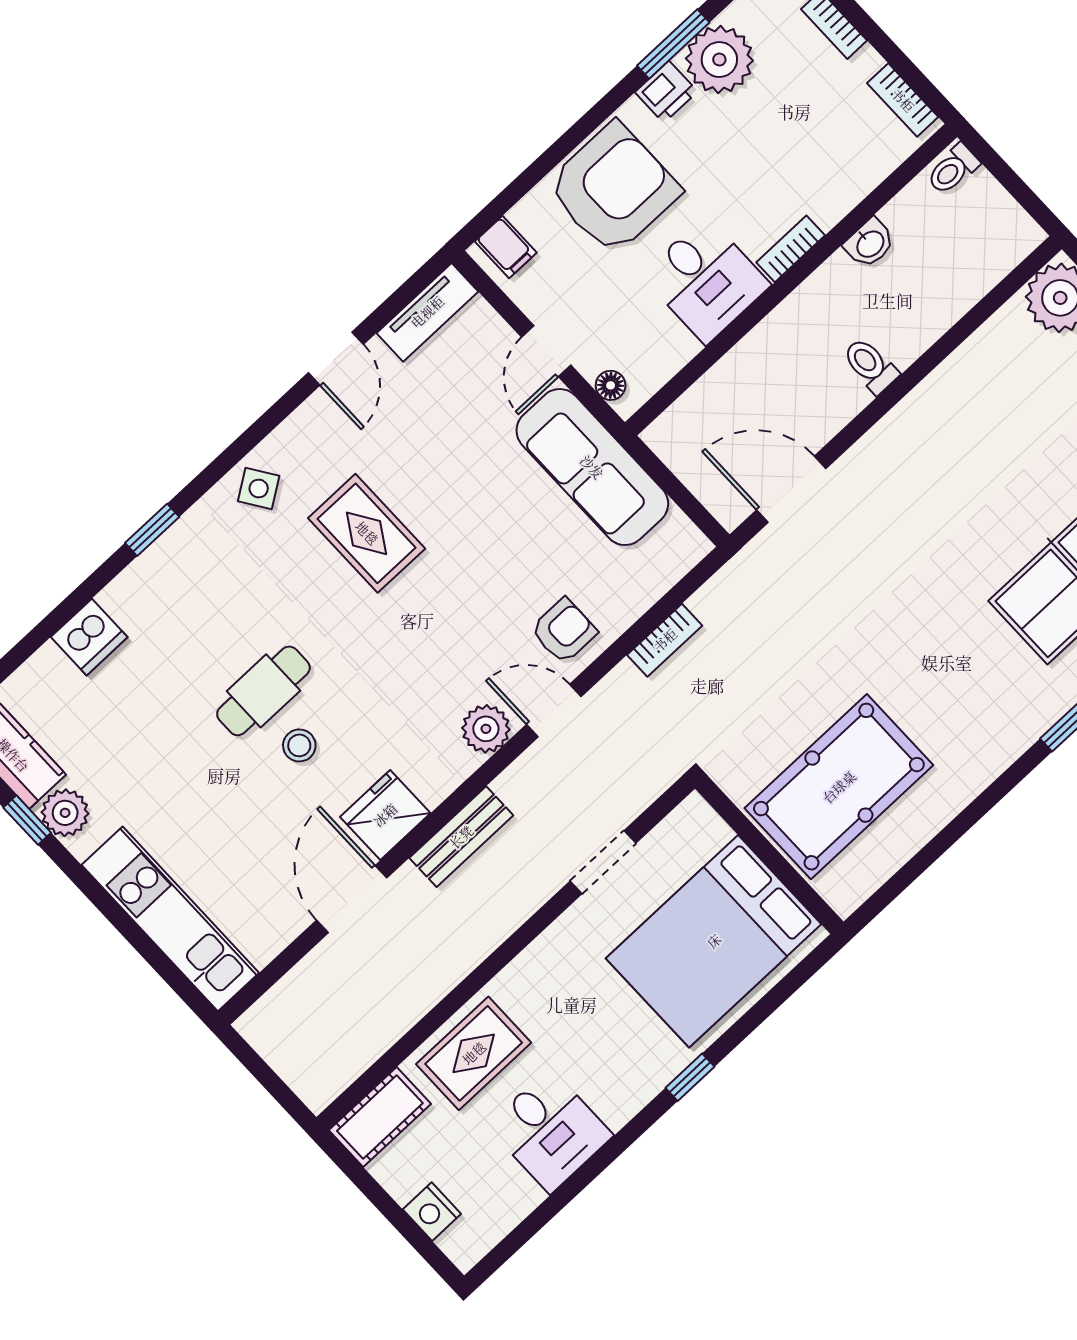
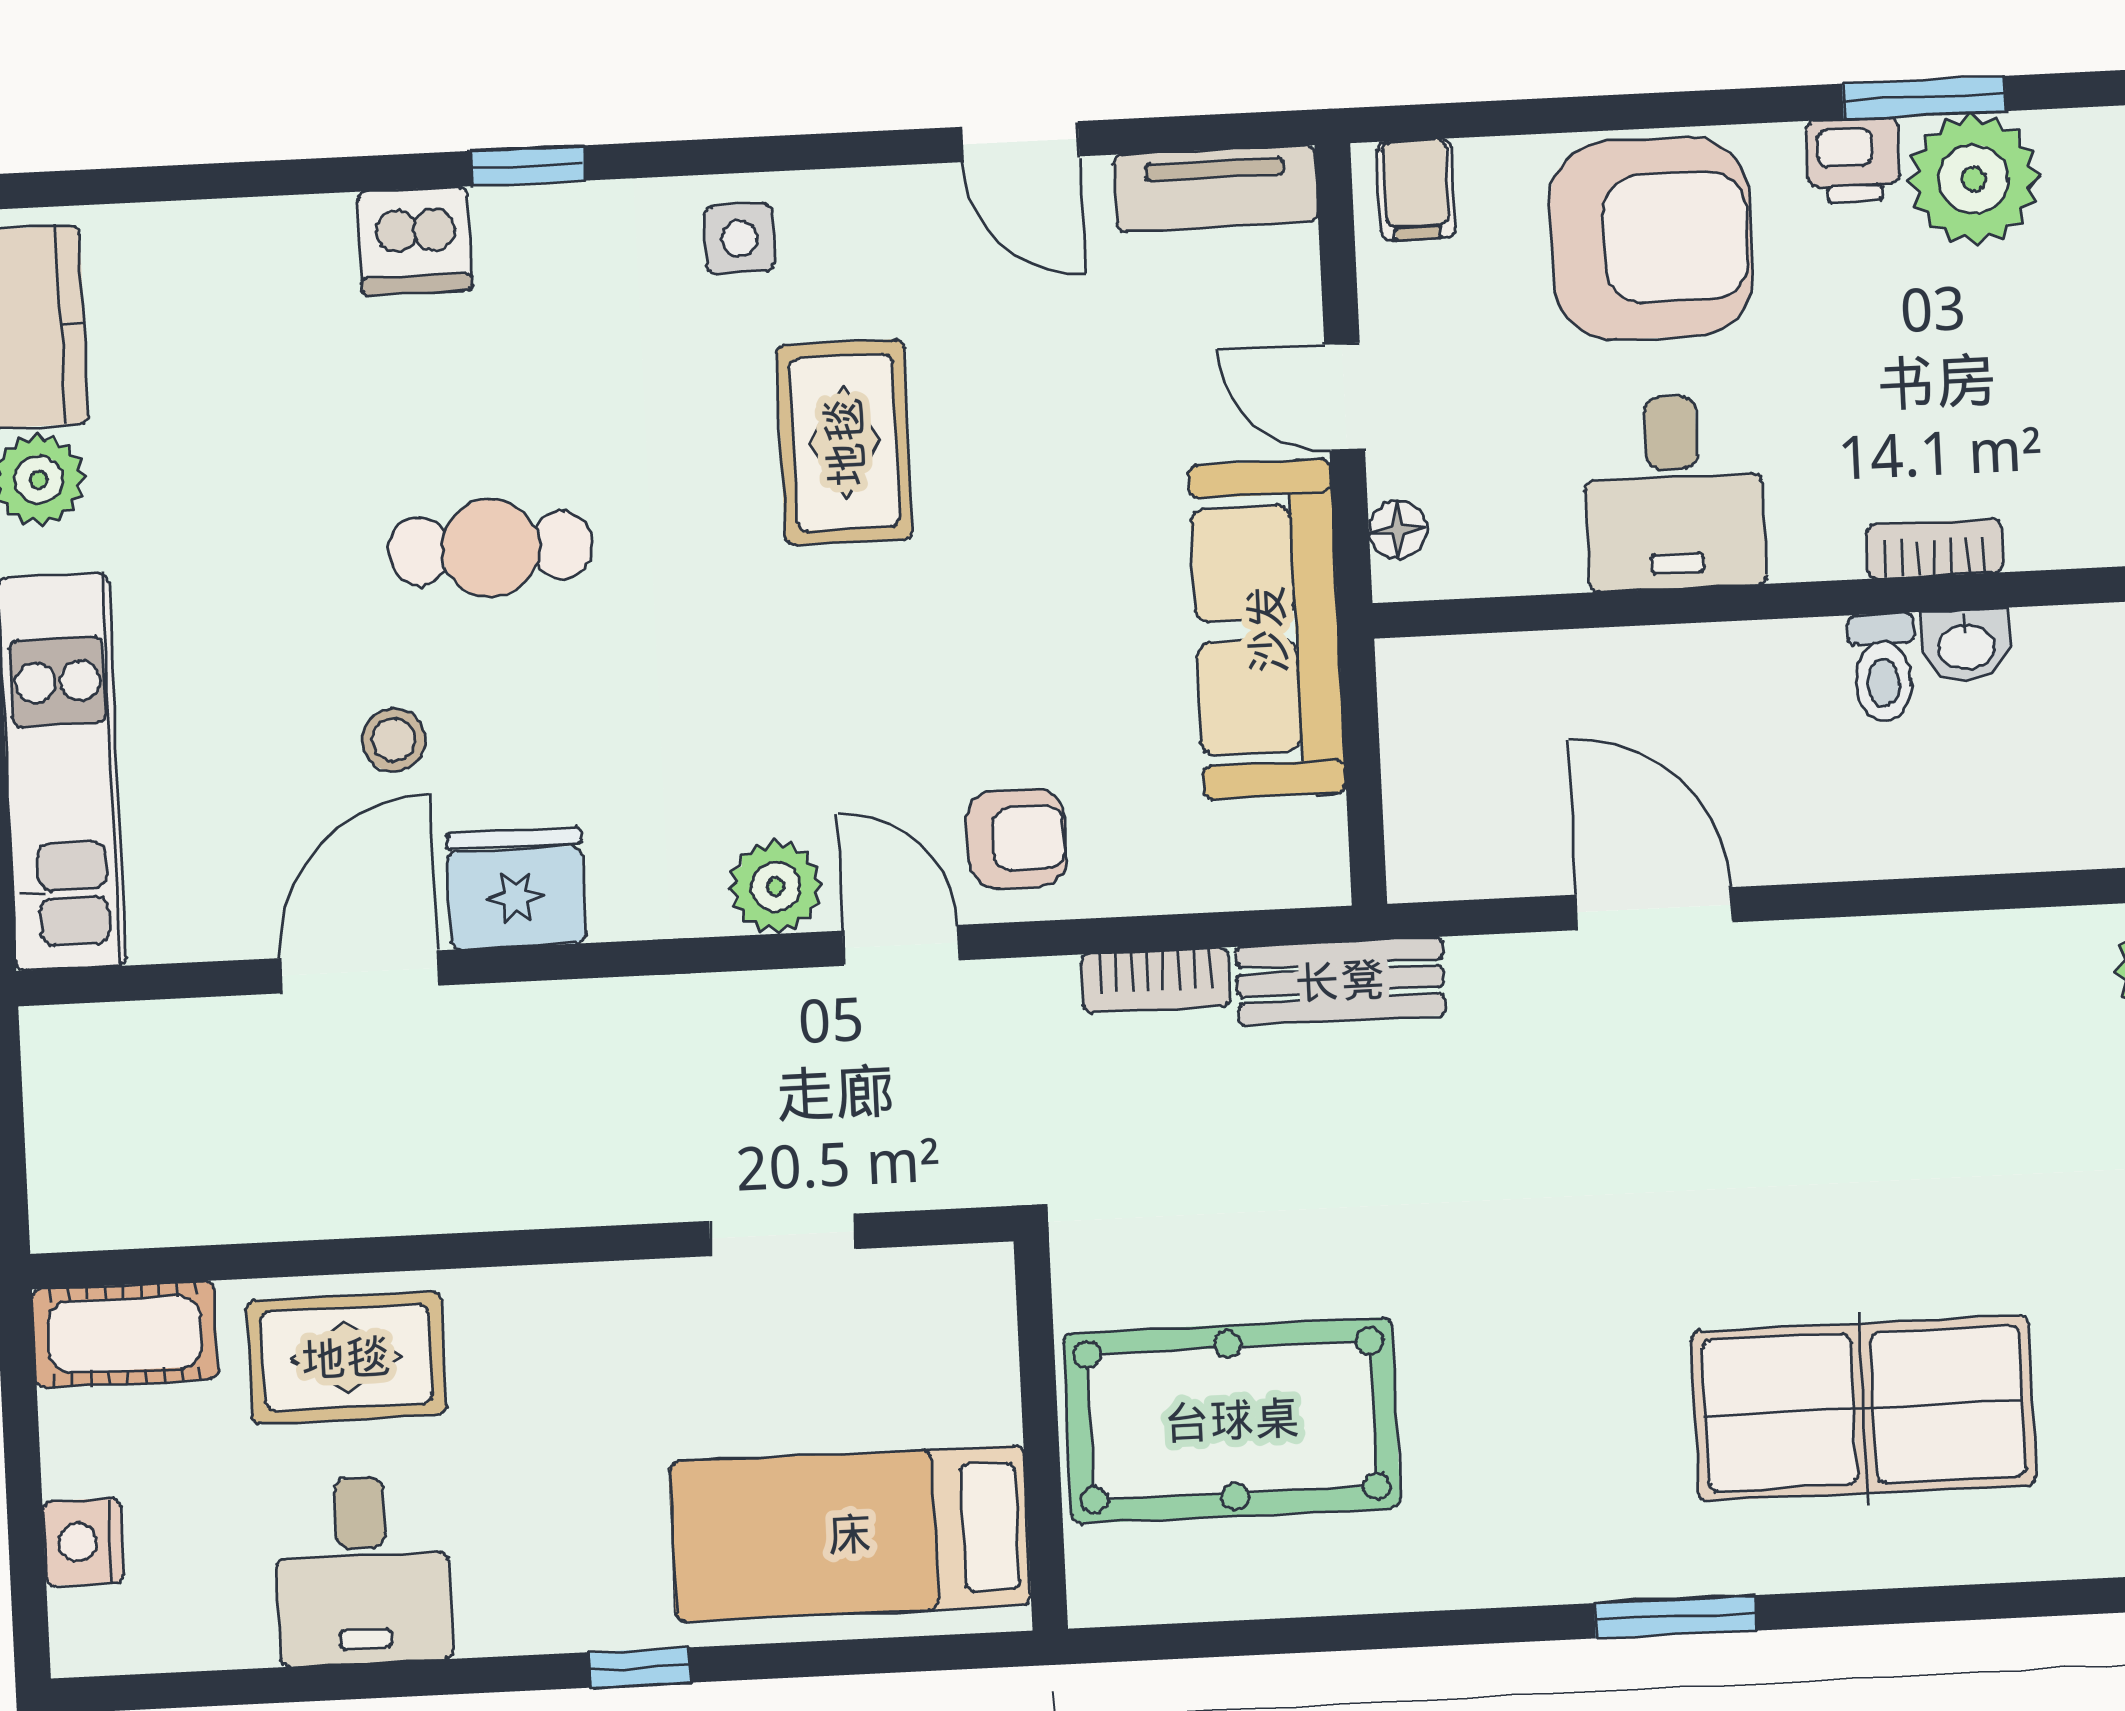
bookcase: (791, 249) -> (1935, 549), moved
door: (546, 351) -> (1345, 397), hinge flipped
door: (336, 359) -> (1020, 142), hinge flipped
toilet: (870, 366) -> (1883, 668), moved, turned 180
side table: (259, 489) -> (740, 239), turned 34
door: (791, 489) -> (1654, 909), moved
dishwasher: (89, 637) -> (415, 241), moved
stool: (299, 745) -> (394, 740), moved
bench: (461, 837) -> (1340, 981), moved
bed: (714, 941) -> (850, 1534), width x0.67

